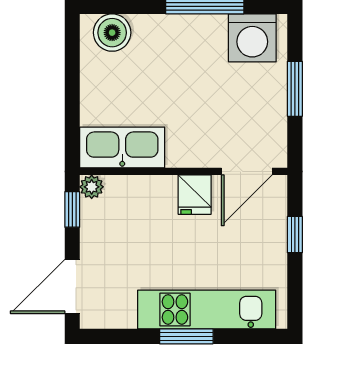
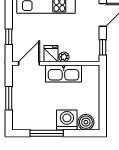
washing machine: (252, 38) -> (67, 120), moved
kitchen sink: (122, 147) -> (64, 74), moved
plant: (92, 187) -> (64, 57), moved

